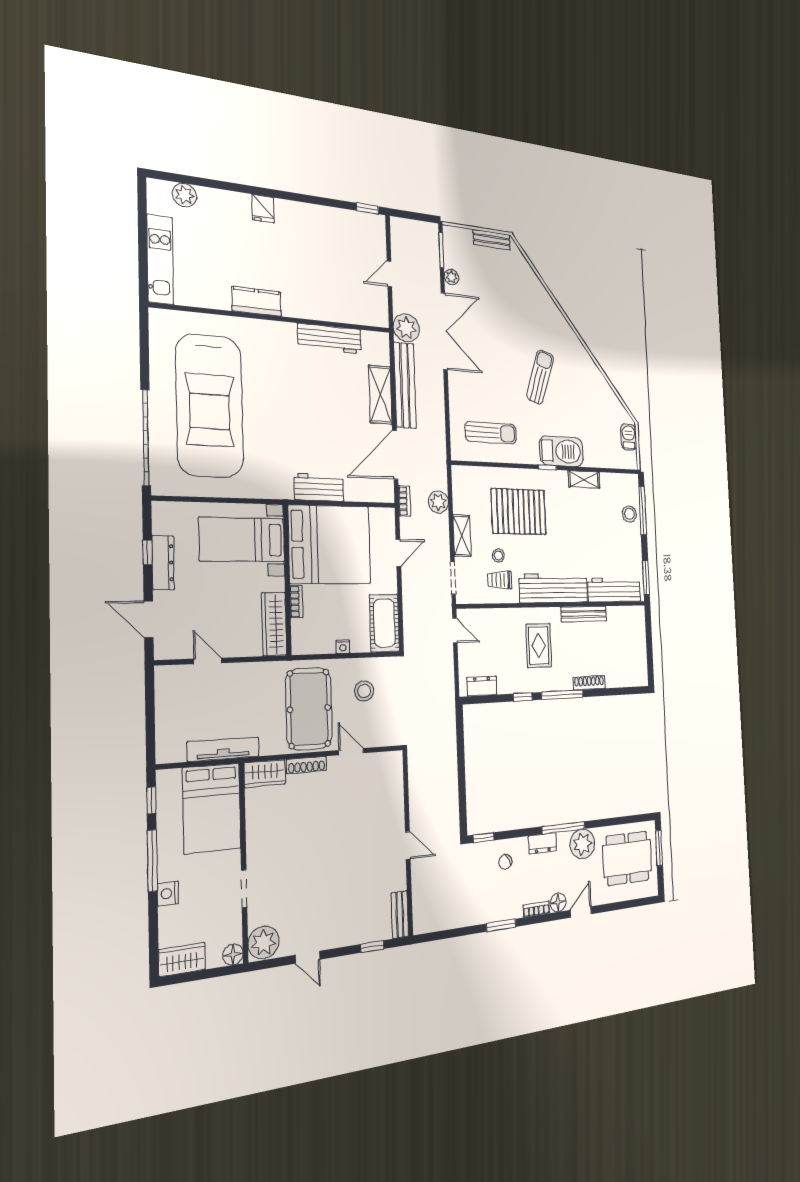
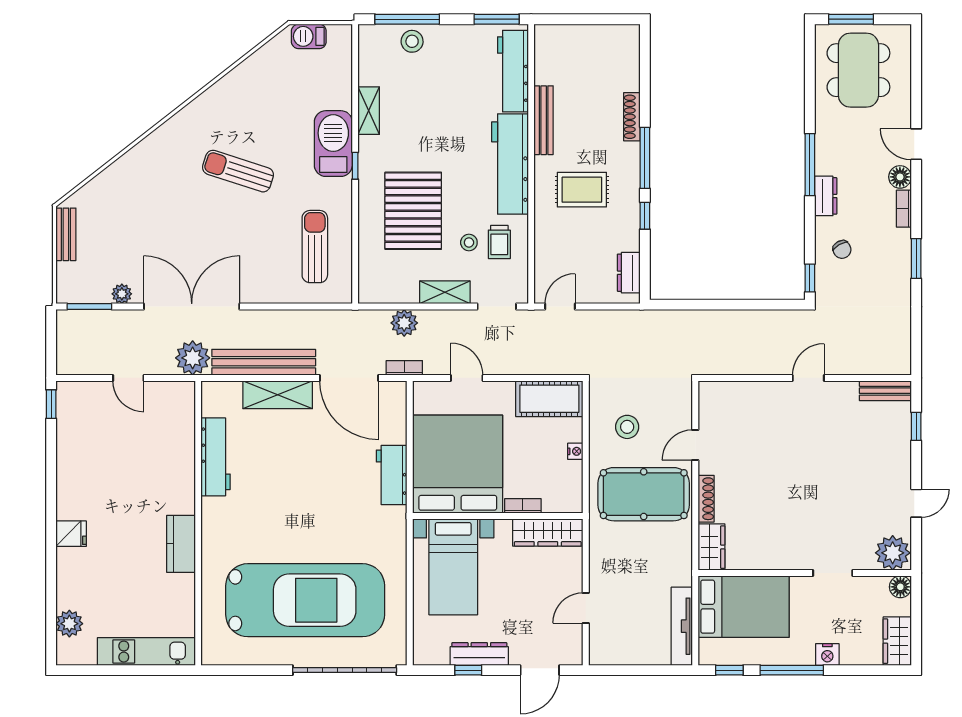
tv unit: (223, 749) -> (682, 626), moved
plant: (582, 844) -> (833, 137), removed

